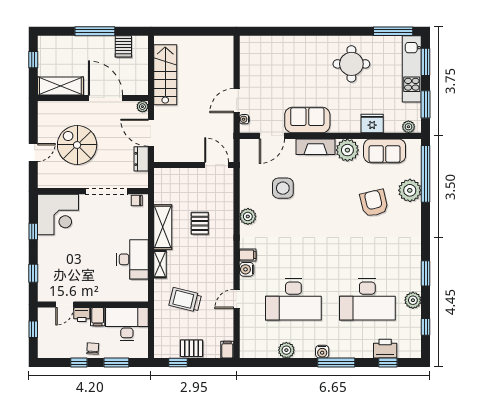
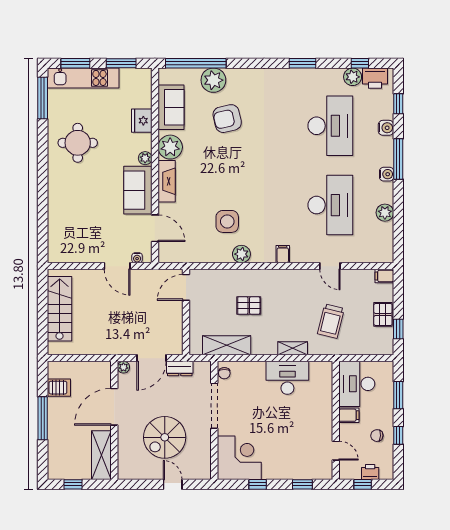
stairs: (165, 75) -> (60, 309), moved, turned 90
plant: (408, 127) -> (145, 158), moved
side table: (283, 188) -> (227, 221), moved
shelving: (163, 227) -> (227, 345), moved
water cooler: (247, 269) -> (386, 128), moved, turned -90
plant: (413, 300) -> (353, 77), moved
printer: (82, 314) -> (370, 472), moved, turned -90
chair: (93, 349) -> (377, 436), moved
printer: (385, 349) -> (375, 78), moved, turned -90

